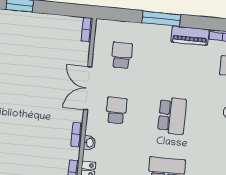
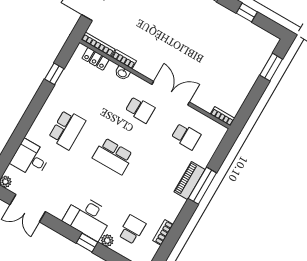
piano: (190, 36) -> (190, 181), moved
bookcase: (77, 135) -> (124, 59), moved

